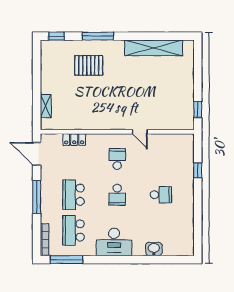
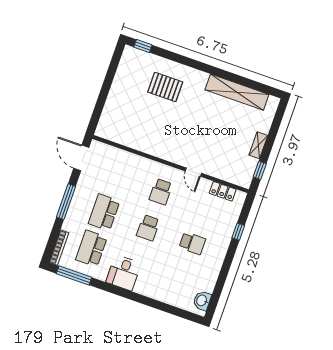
window: (98, 36) -> (185, 61), removed
shelving: (46, 106) -> (258, 145), moved
locker: (74, 140) -> (223, 191), moved
school desk: (117, 159) -> (161, 192), turned 180
desk: (114, 242) -> (123, 273), width x0.73
washbasin: (154, 249) -> (202, 301), moved, turned -90

